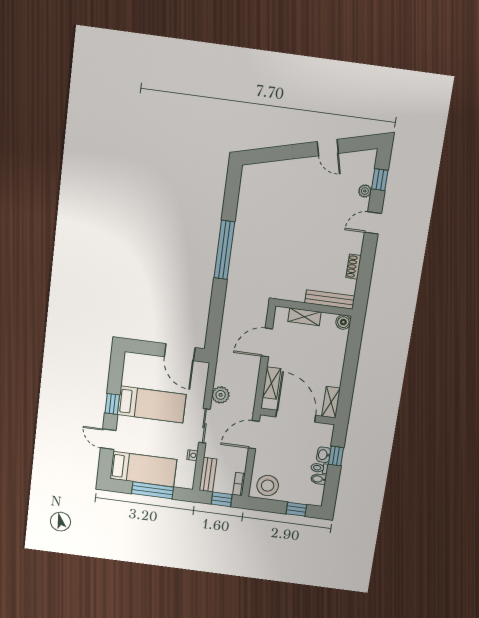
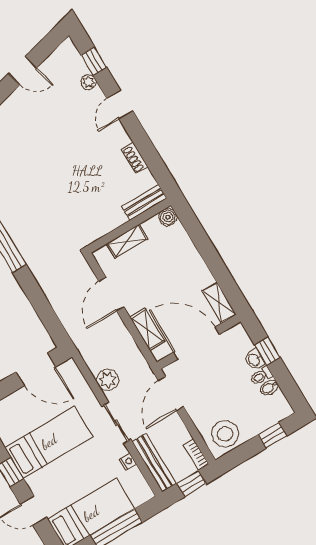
bench: (330, 300) -> (144, 202), width x0.73
bench: (208, 475) -> (154, 462), width x1.36

